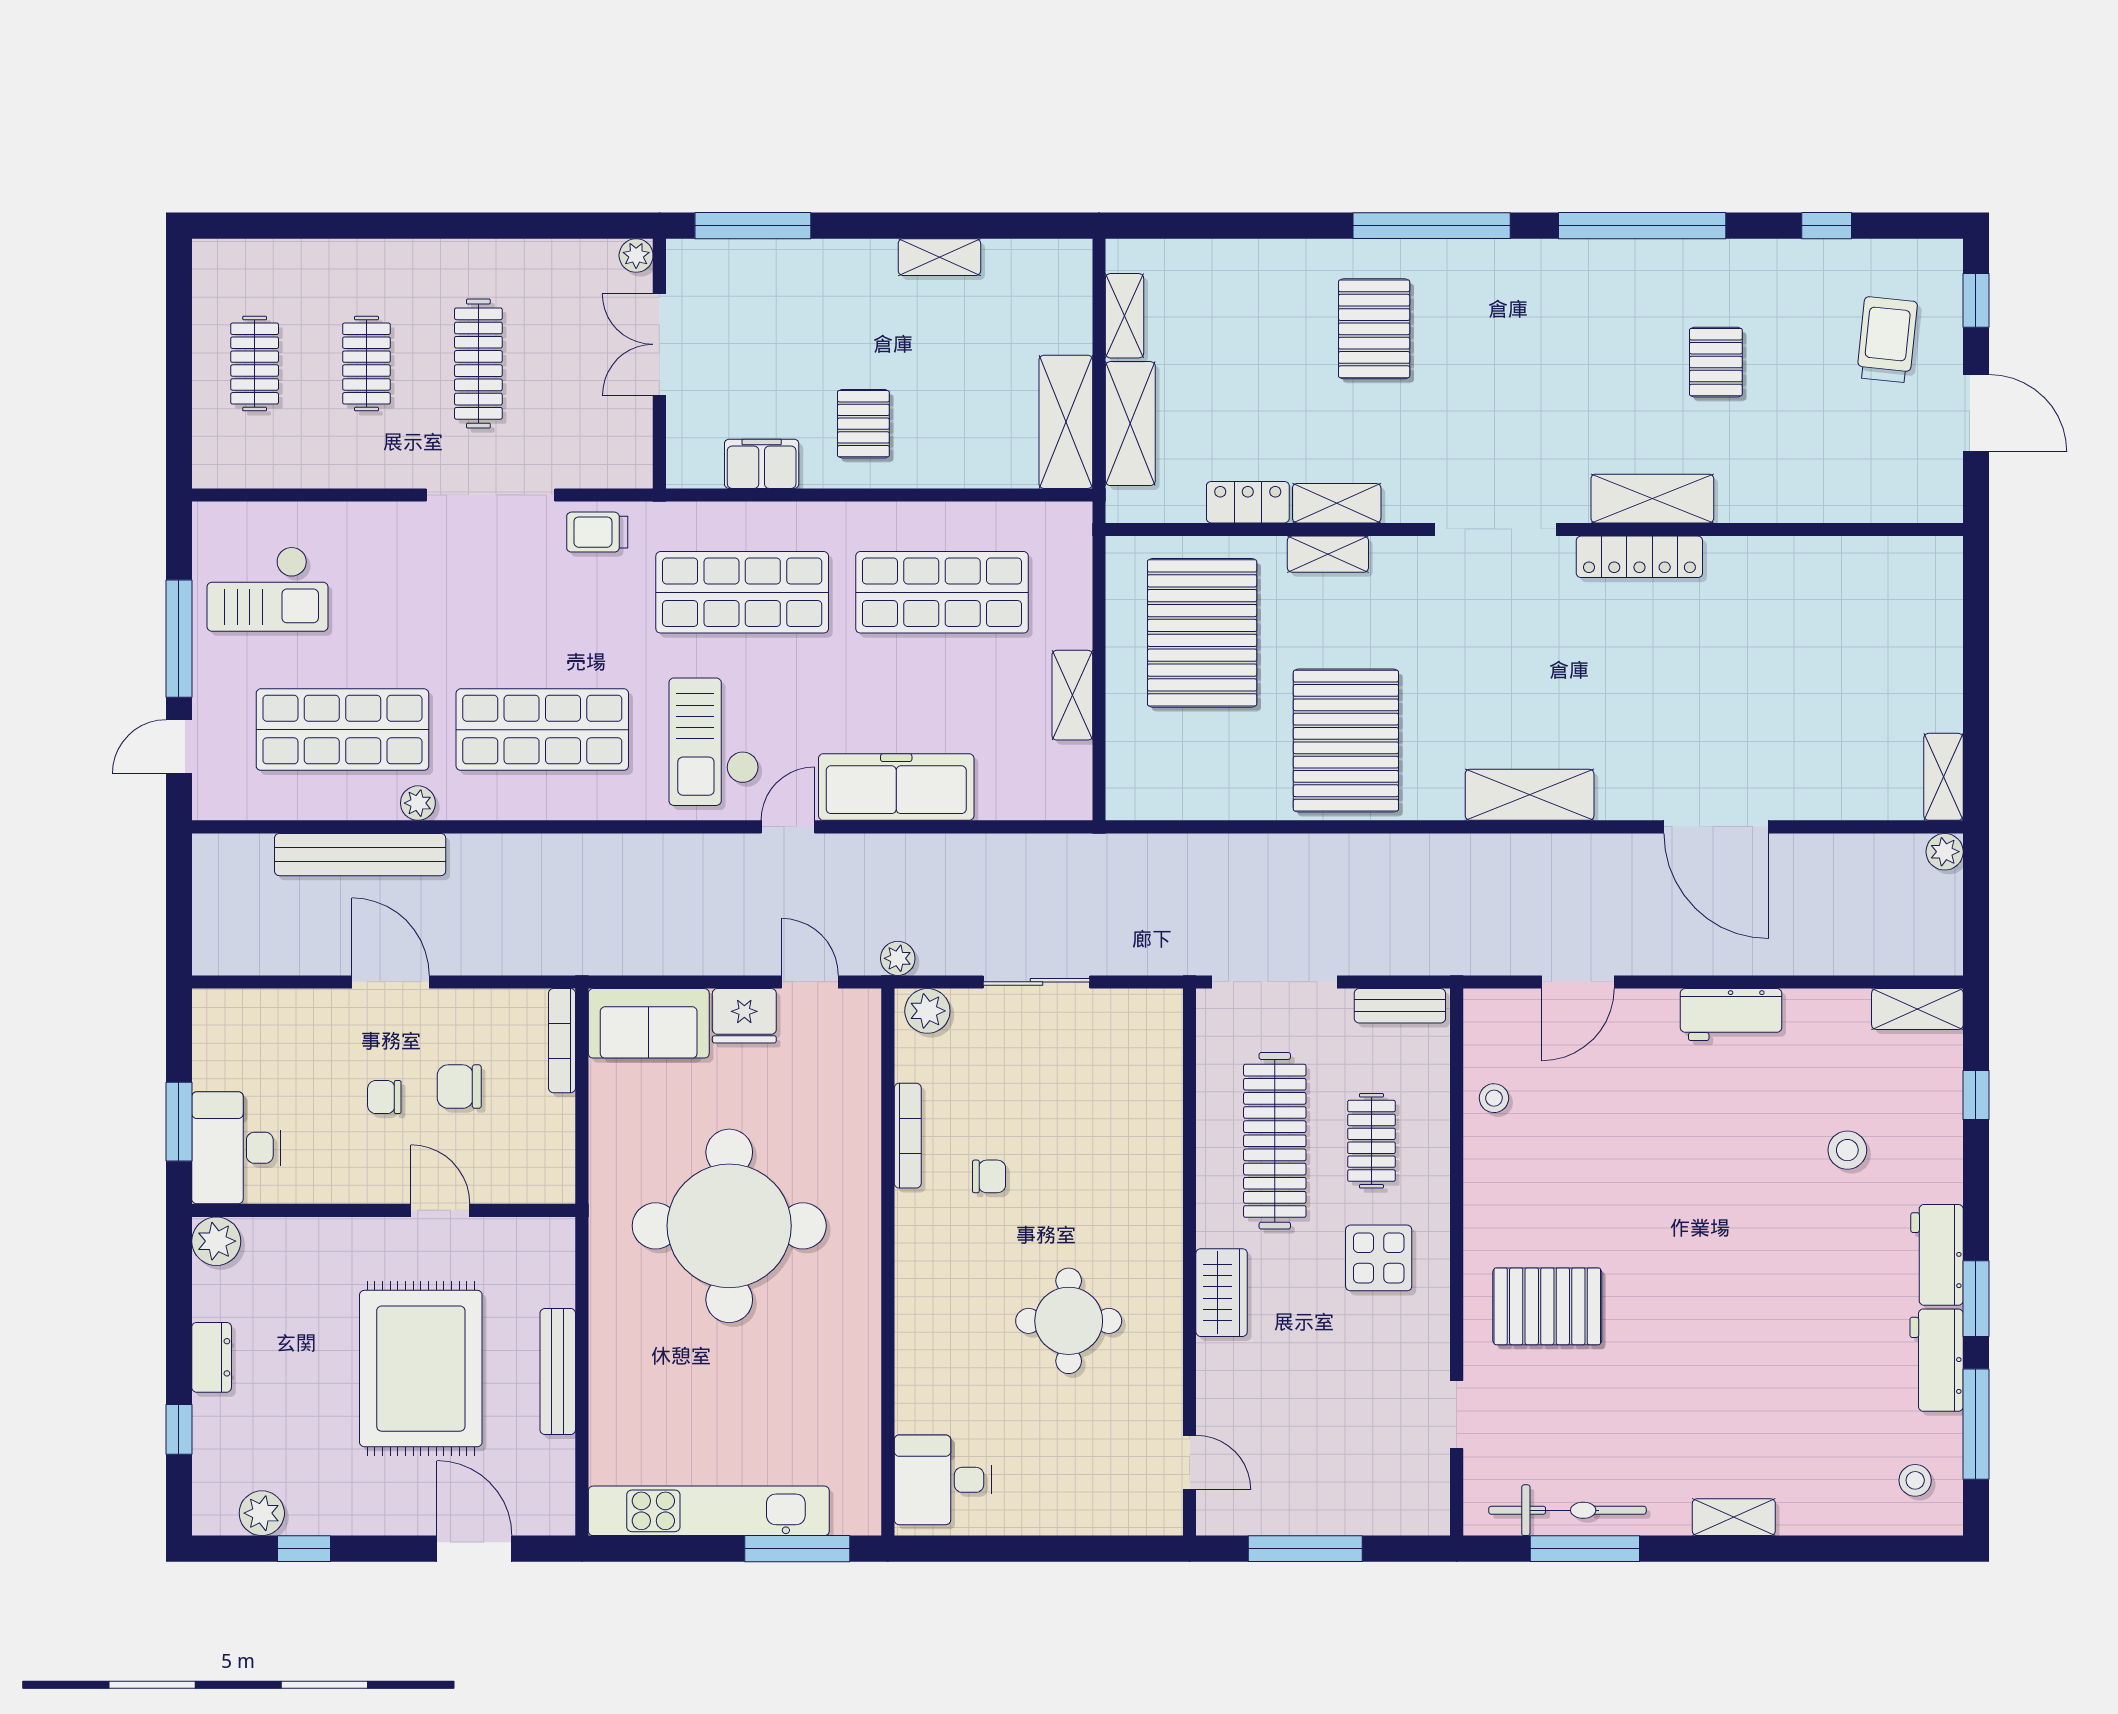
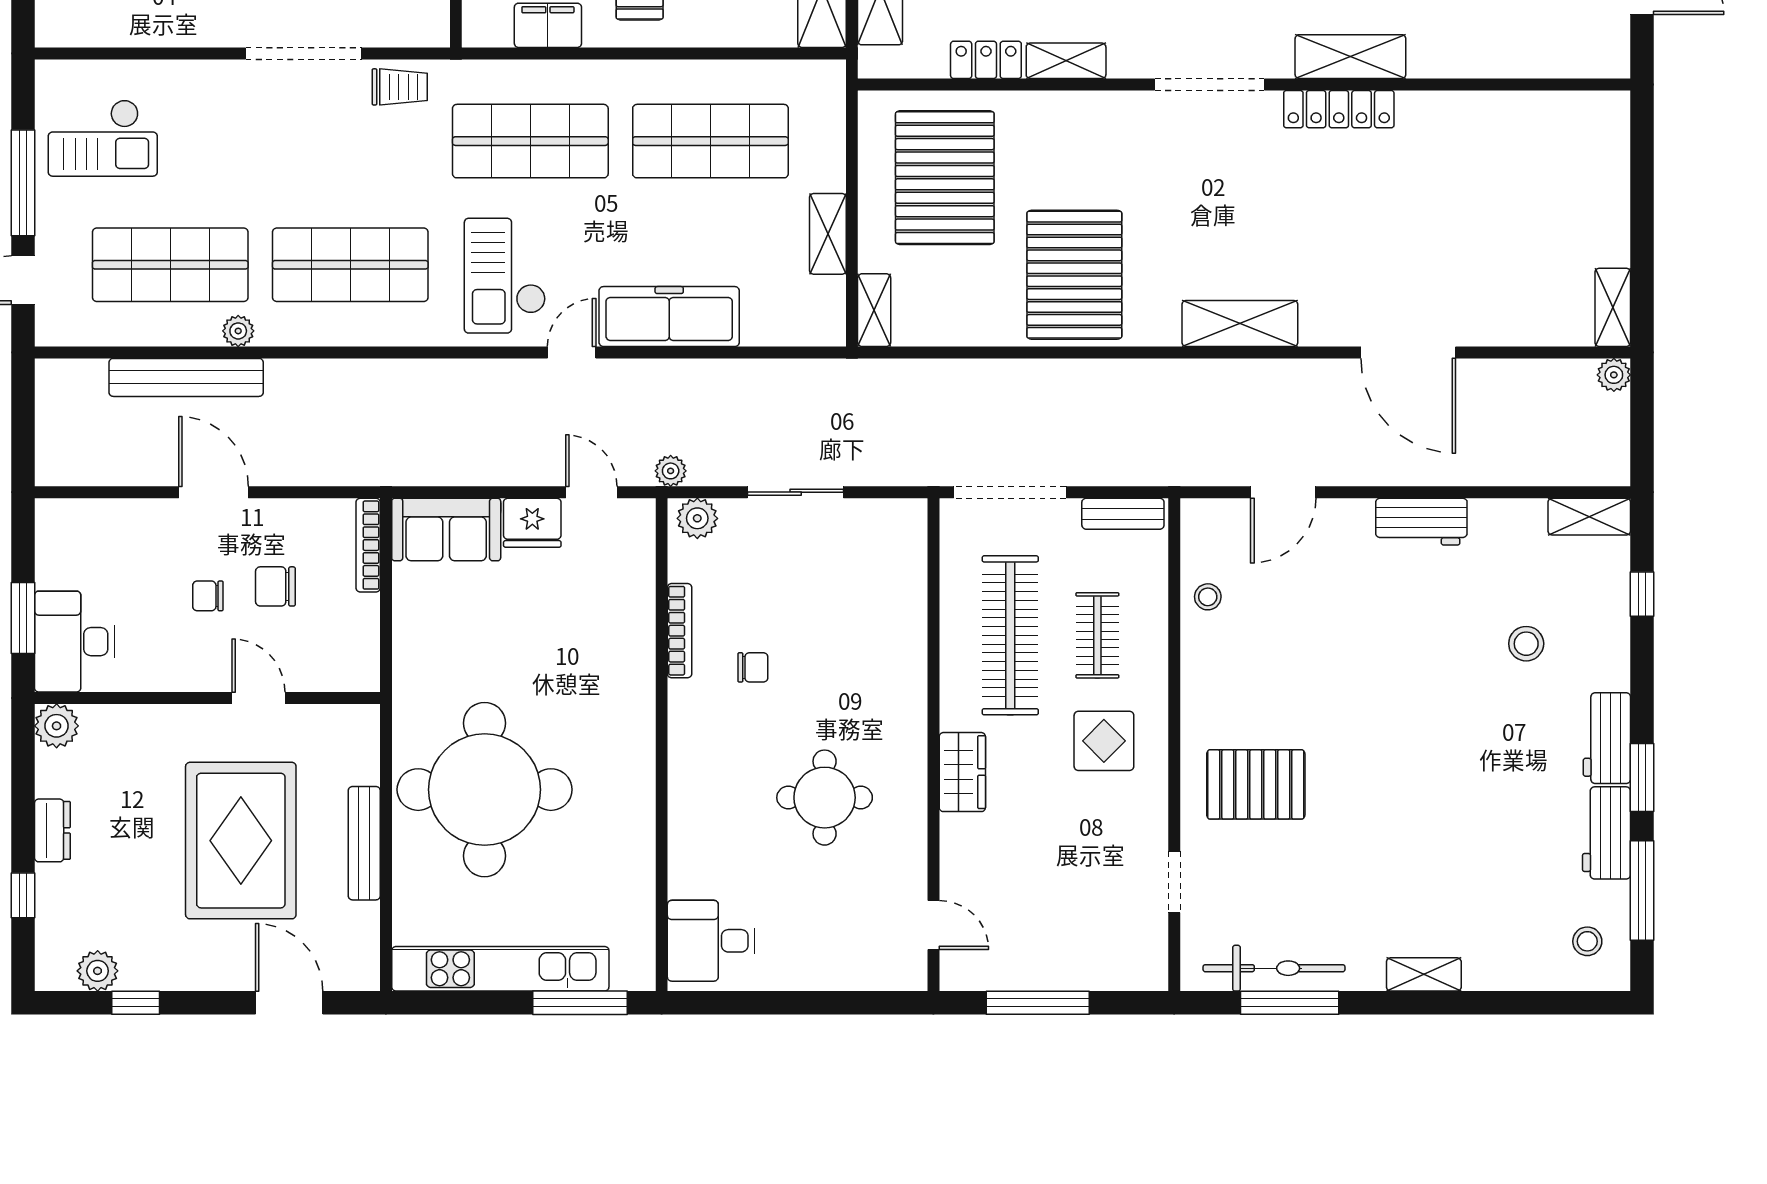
trolley: (597, 532) -> (400, 87), turned 180
shelving: (1328, 554) -> (874, 310), moved, turned 90
round table: (729, 1226) -> (485, 790), moved

